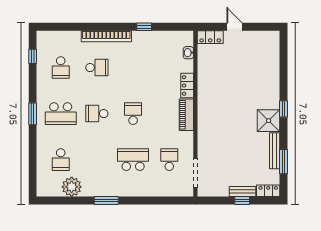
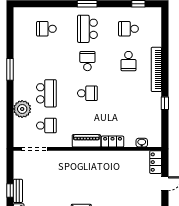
plant: (72, 187) -> (22, 109), moved

